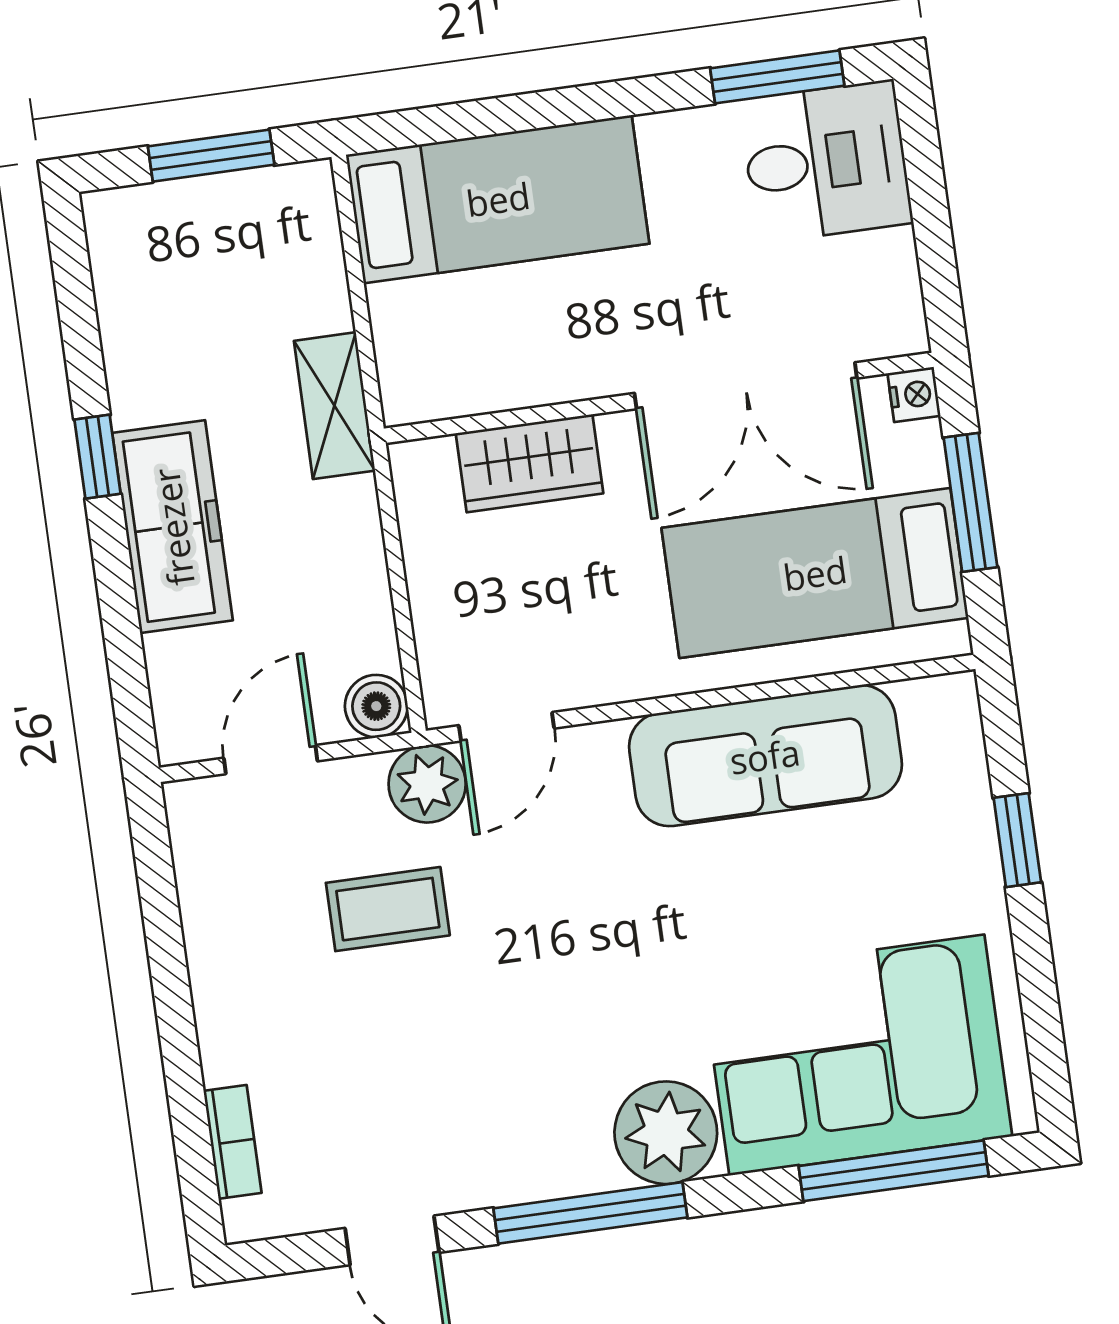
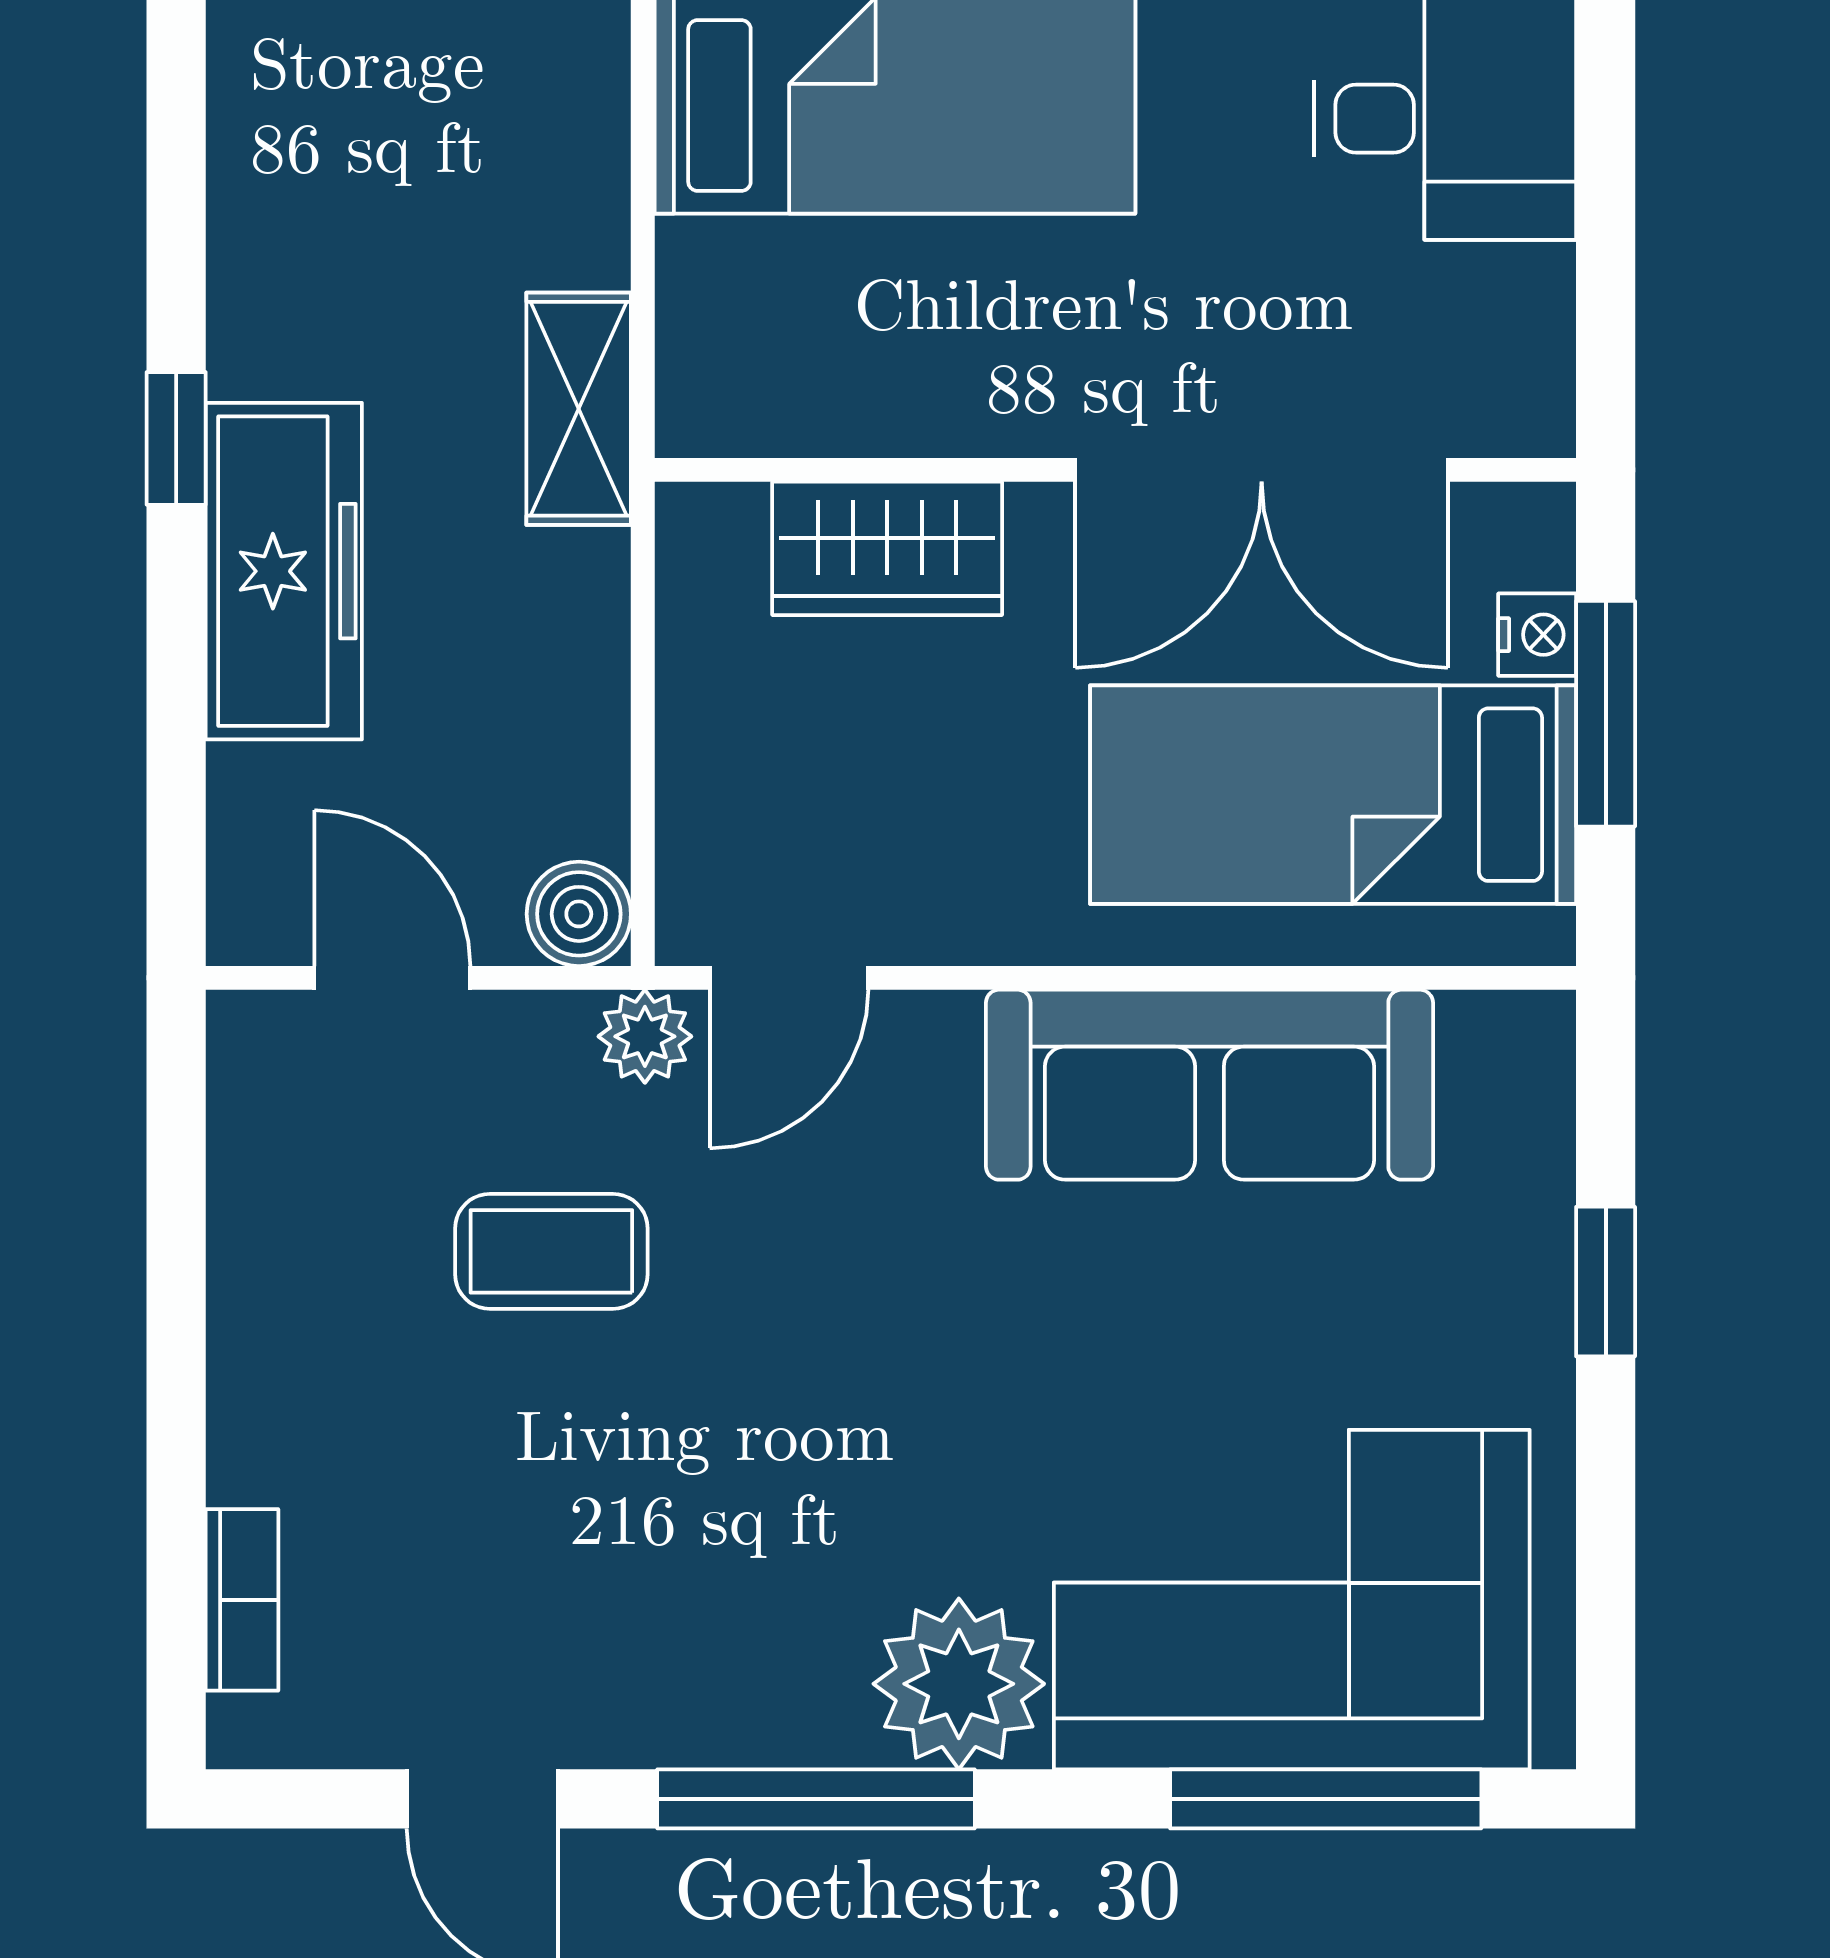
nightstand: (914, 394) -> (1537, 635), moved
door: (271, 760) -> (392, 978), hinge flipped
plant: (427, 784) -> (645, 1036), width x0.73, depth x0.73

